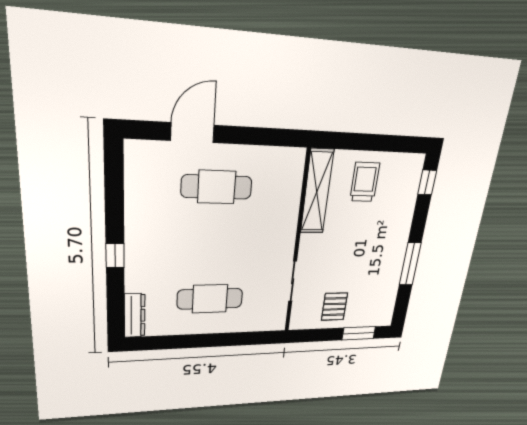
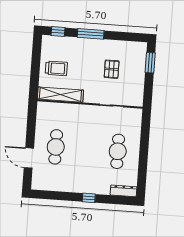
trolley: (365, 182) -> (56, 68), turned 180
window: (410, 264) -> (91, 34), moved
pallet: (334, 307) -> (112, 69), moved, turned 90

